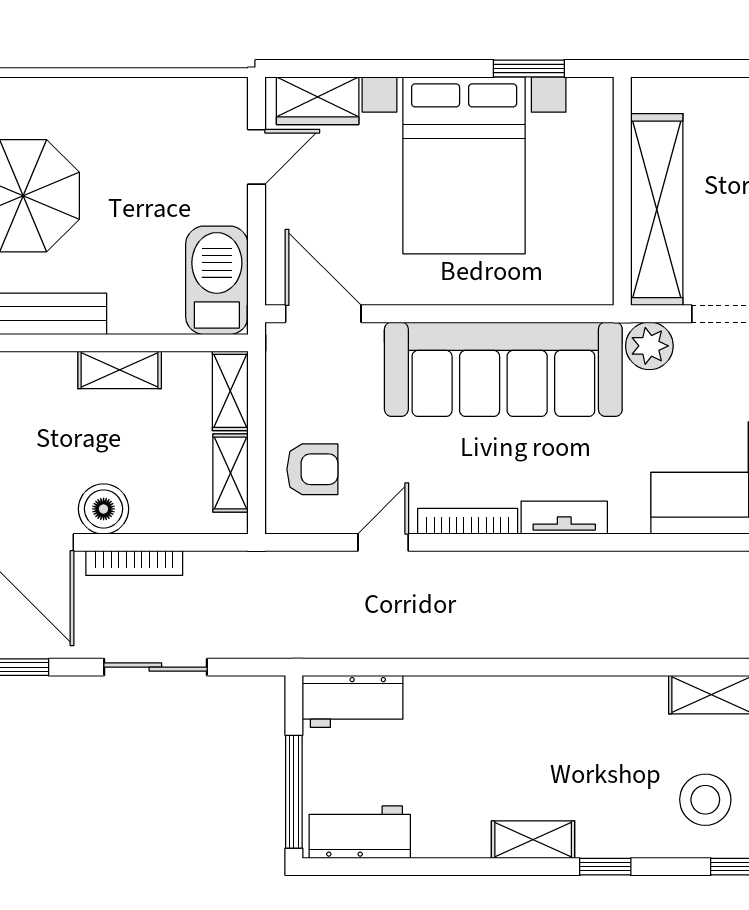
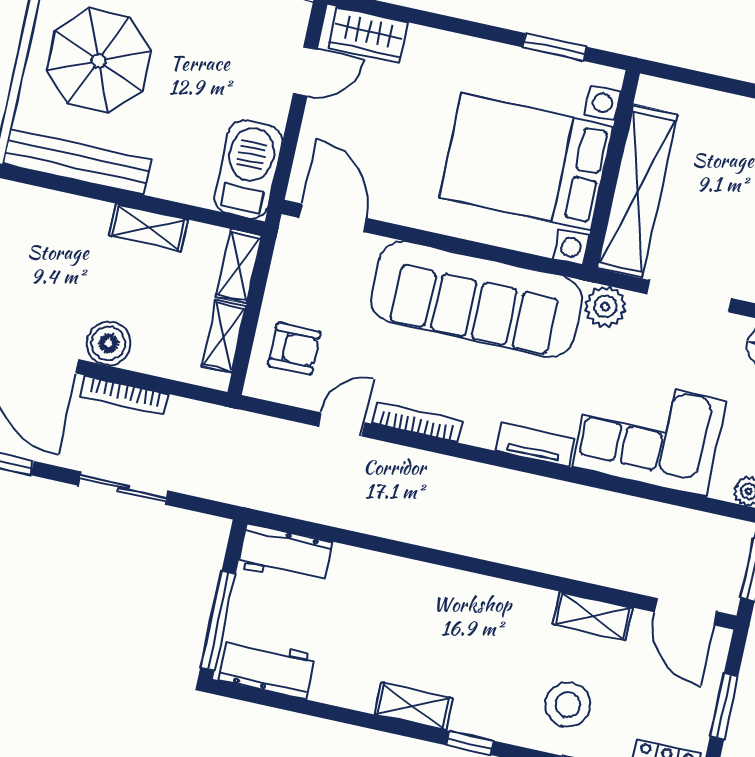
bed with nightstands: (464, 165) -> (526, 162), moved, turned 90
tv unit: (564, 518) -> (535, 445), moved

